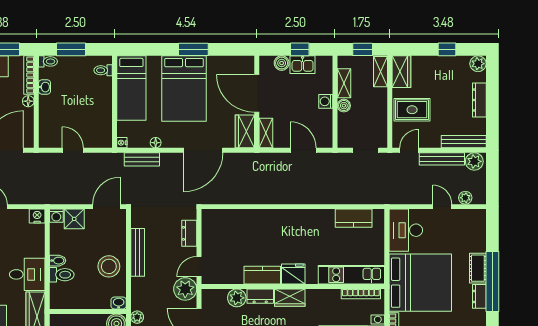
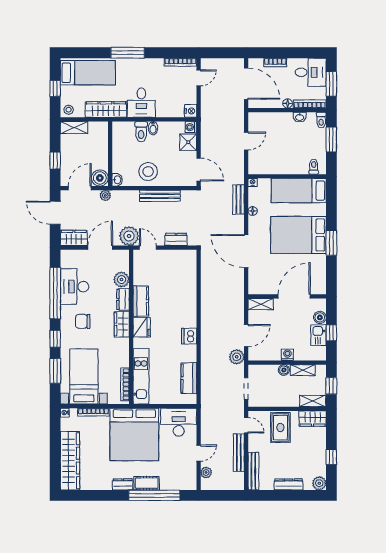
wardrobe: (245, 131) -> (262, 286), removed
plant: (474, 161) -> (237, 357), moved
dishwasher: (304, 218) -> (189, 336), added
window: (492, 282) -> (154, 495), moved

